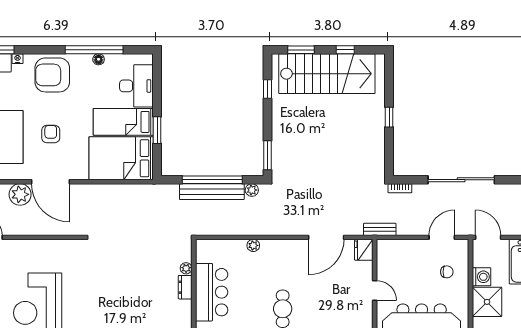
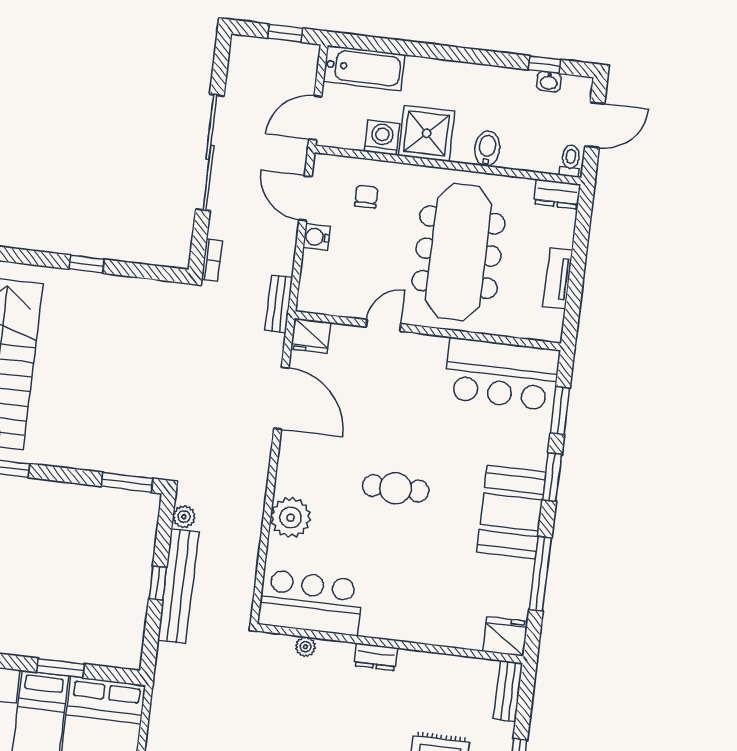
window: (212, 180) -> (158, 583), width x0.32
plant: (253, 245) -> (291, 518), width x1.88, depth x1.88
water cooler: (420, 246) -> (317, 237), added
dresser: (185, 287) -> (376, 657), moved
bar counter: (212, 292) -> (311, 603), moved

